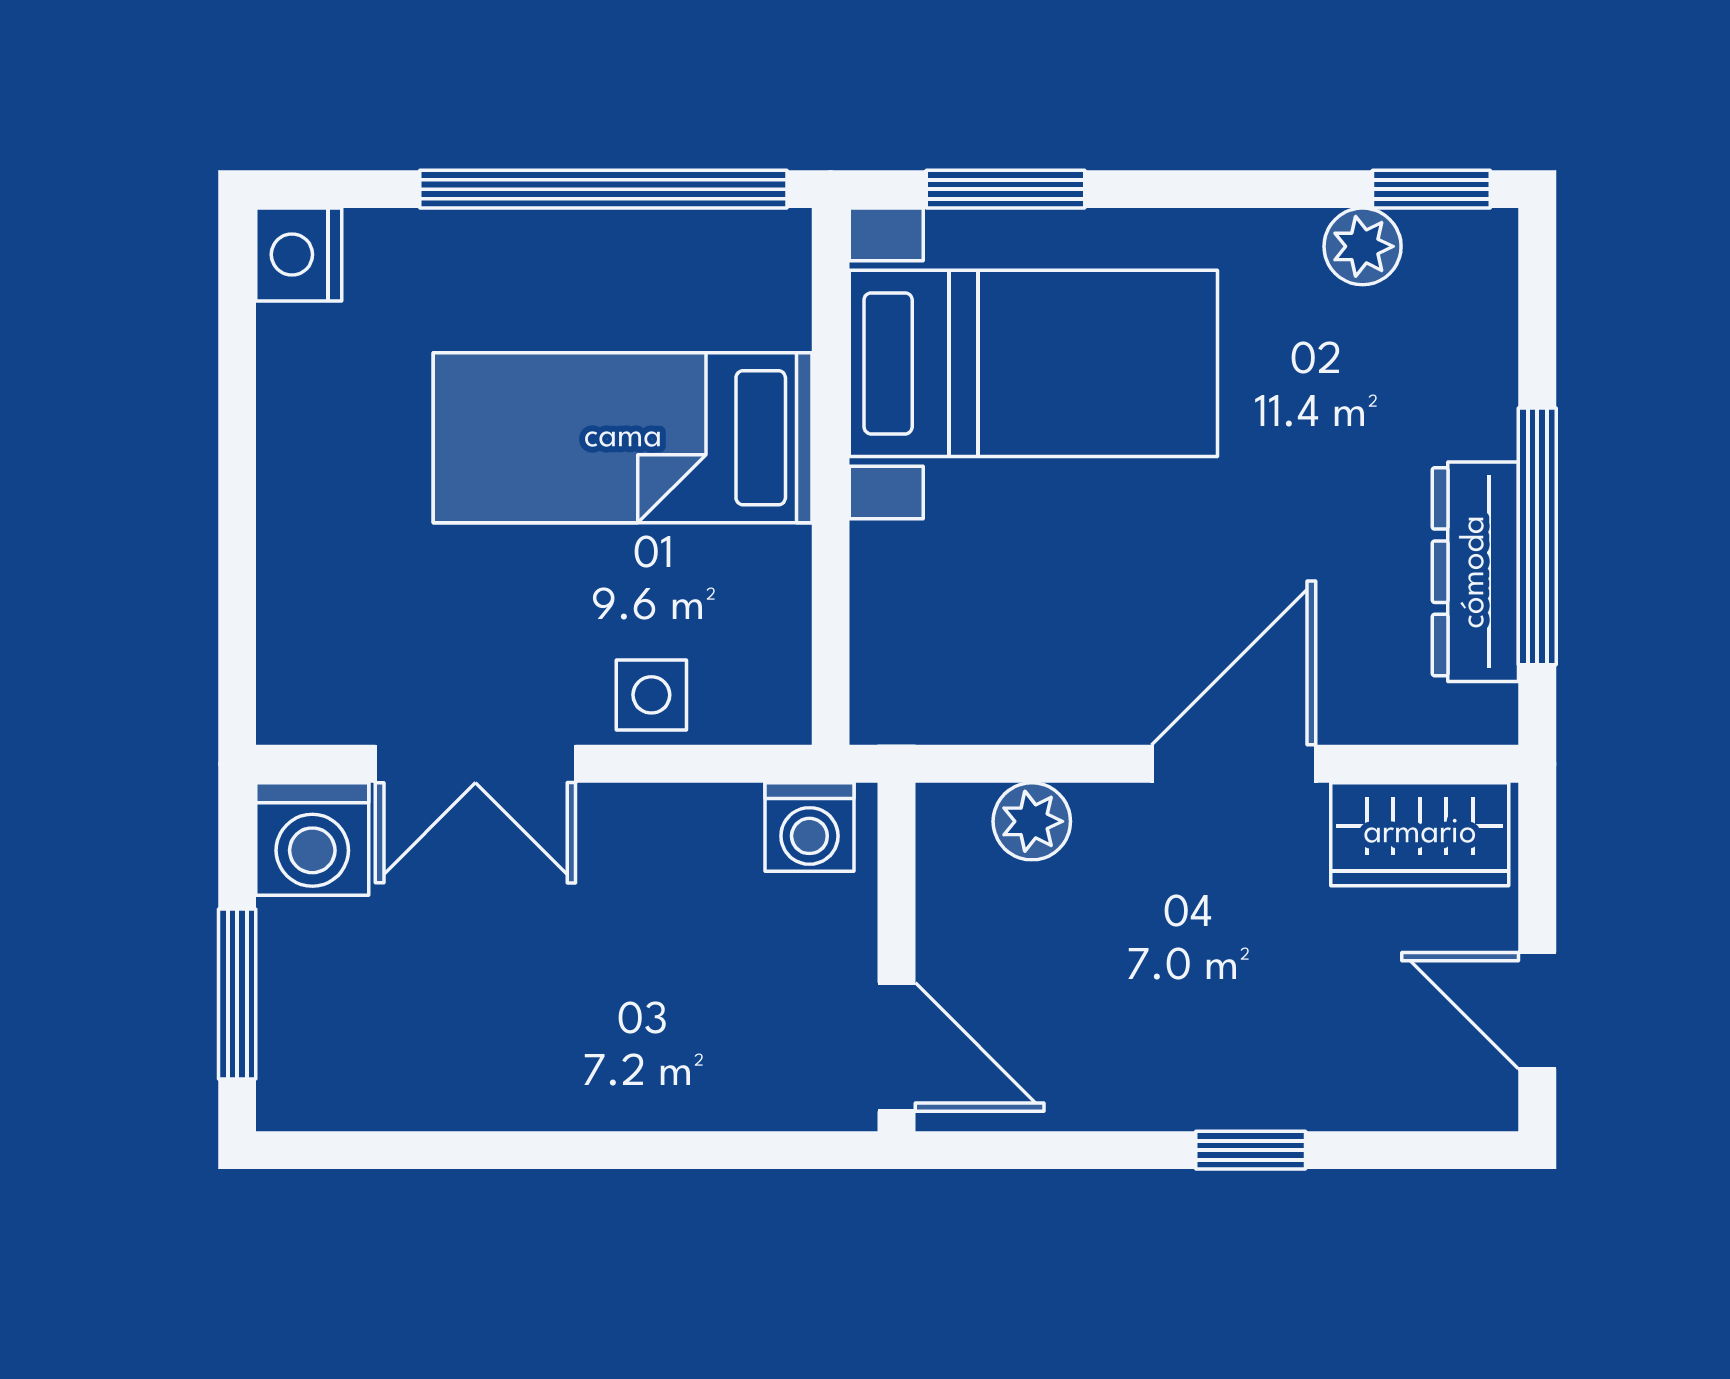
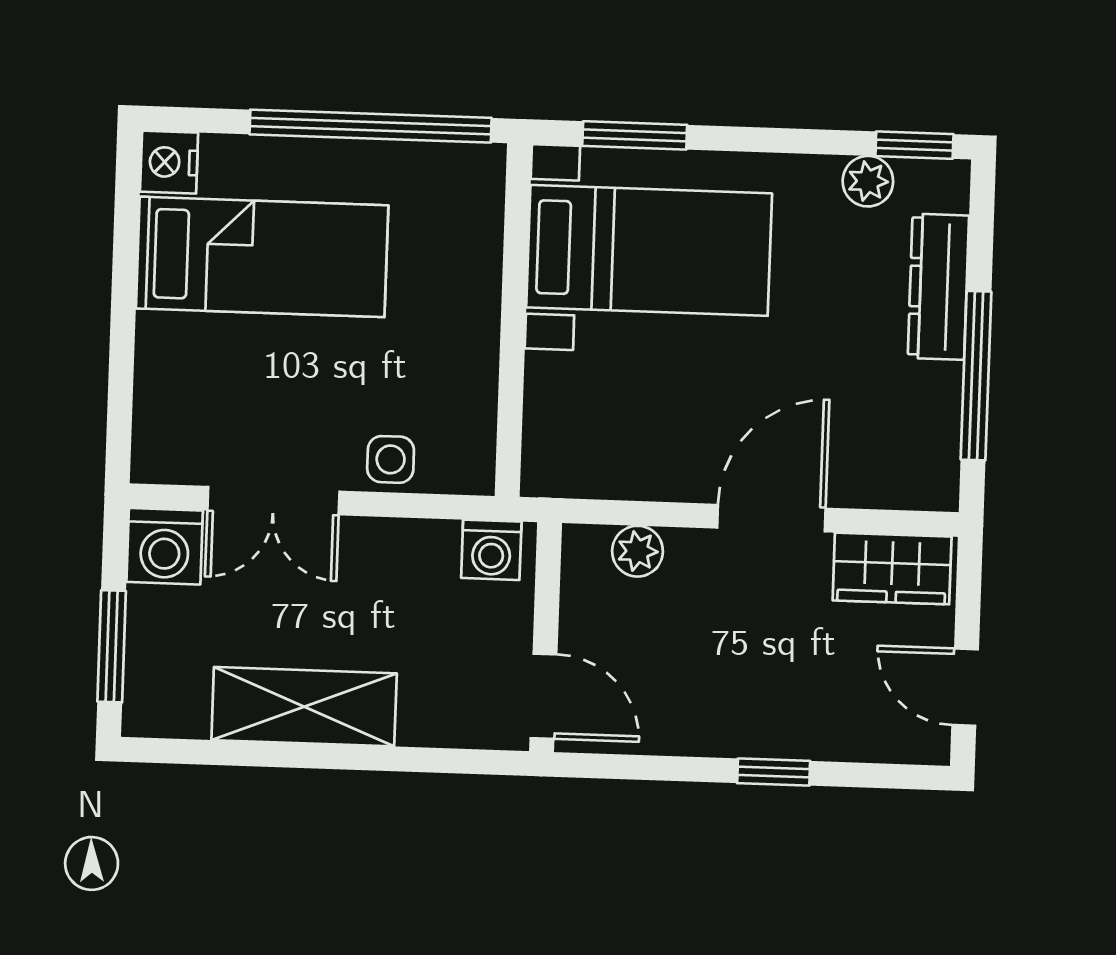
bed: (623, 438) -> (262, 257), moved, turned 180
dresser: (1475, 572) -> (938, 287), moved
shelving: (533, 1076) -> (304, 707), added

